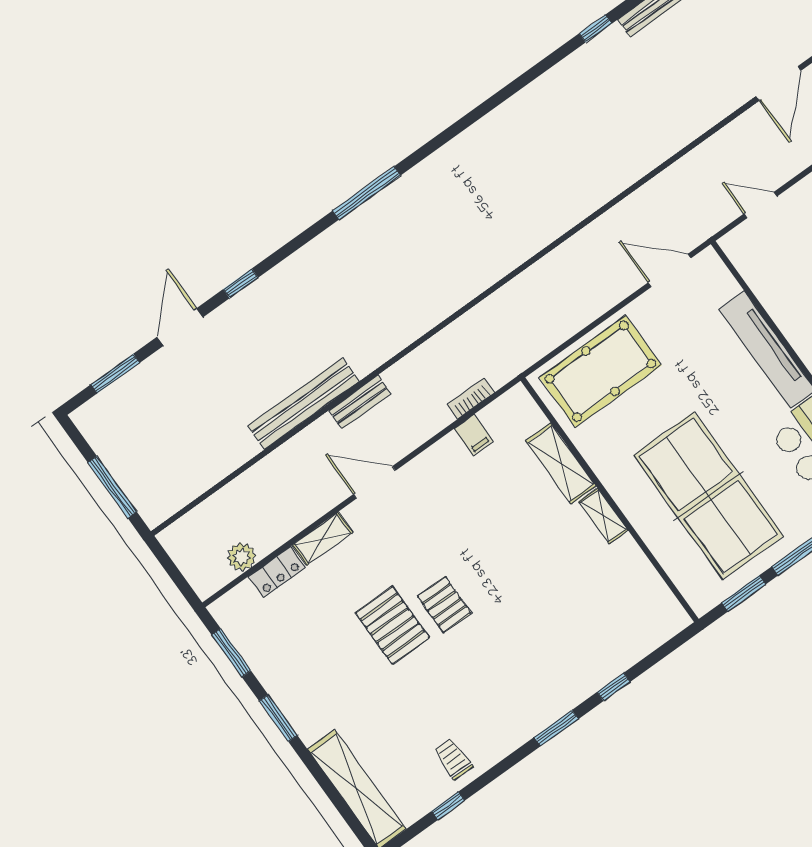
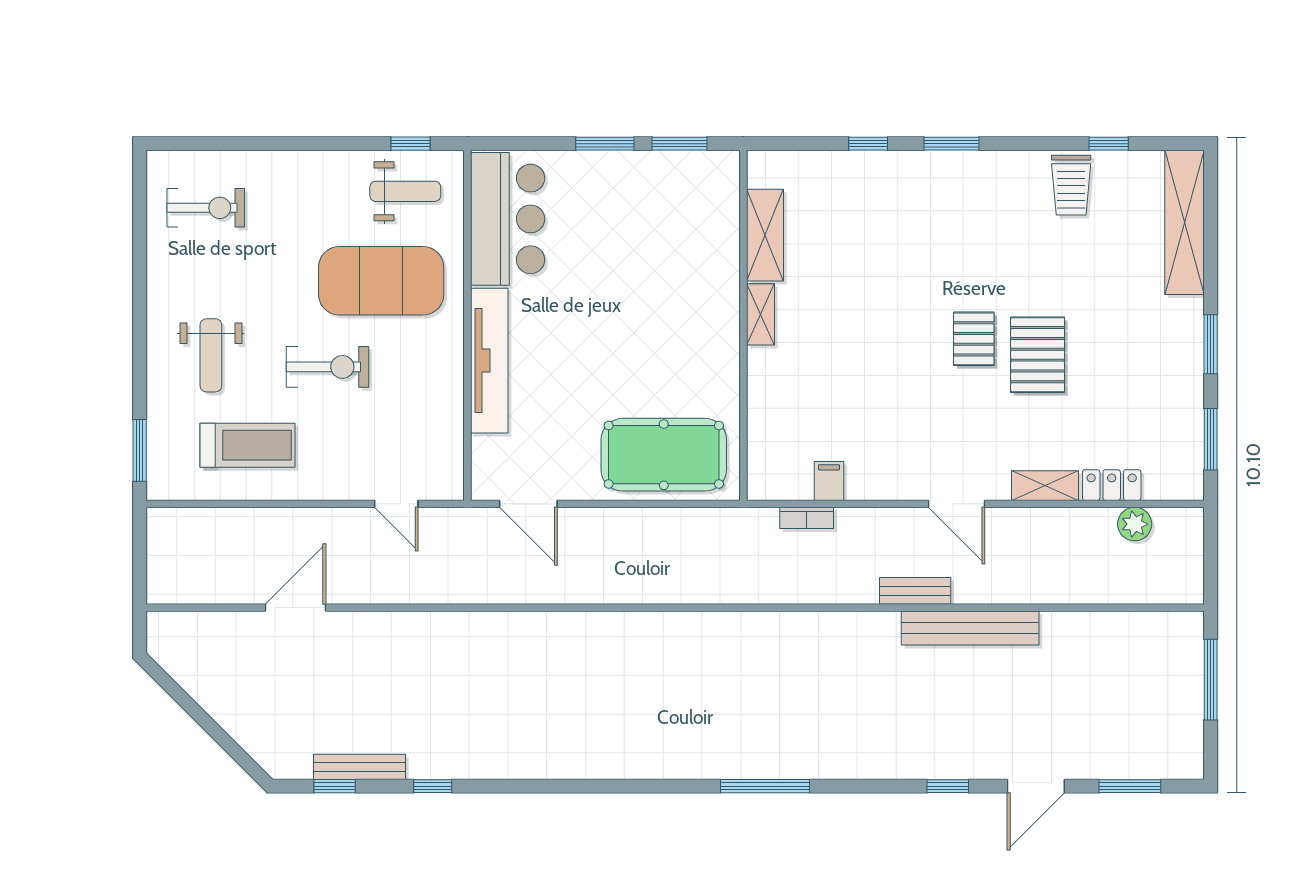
shelving: (561, 463) -> (765, 235), moved
table tennis table: (708, 496) -> (646, 261), removed
trolley: (453, 759) -> (1071, 185), width x1.36, depth x1.39

